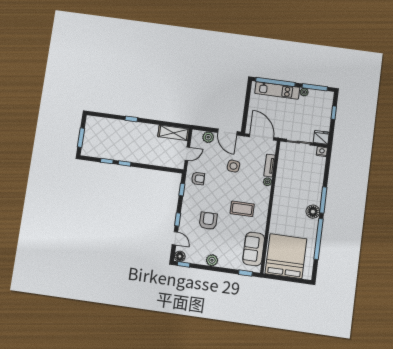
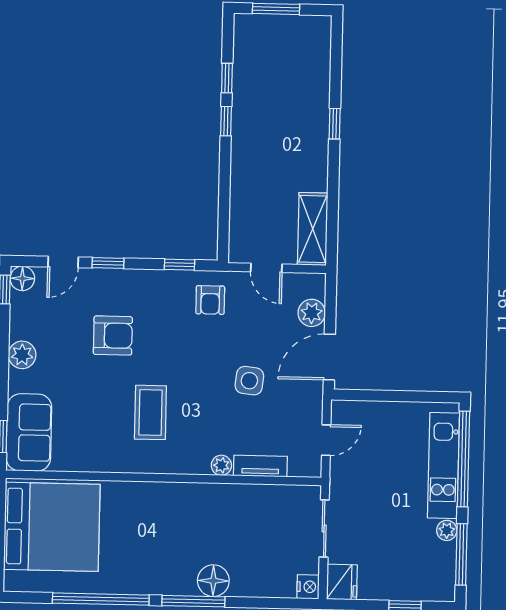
door: (262, 137) -> (326, 440), width x0.53
floor lamp: (313, 212) -> (213, 581), moved
sofa: (254, 249) -> (29, 432), moved, turned 90

